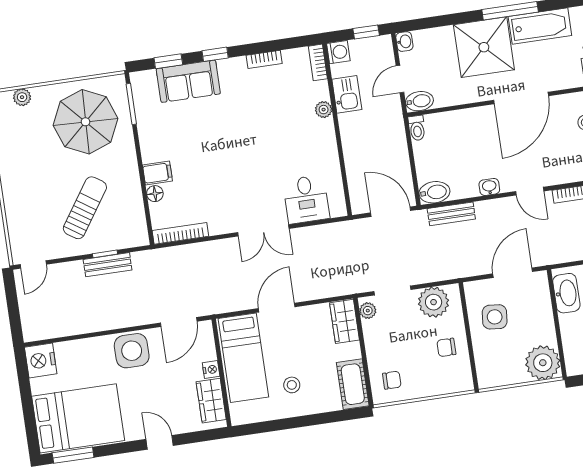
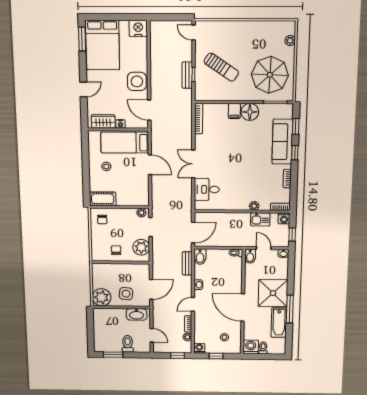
sofa: (188, 81) -> (282, 142), width x1.36
floor lamp: (155, 194) -> (250, 112), moved, width x1.89, depth x1.89
door: (513, 273) -> (151, 289), hinge flipped
side table: (495, 317) -> (126, 294), moved
wardrobe: (344, 321) -> (137, 200), removed

